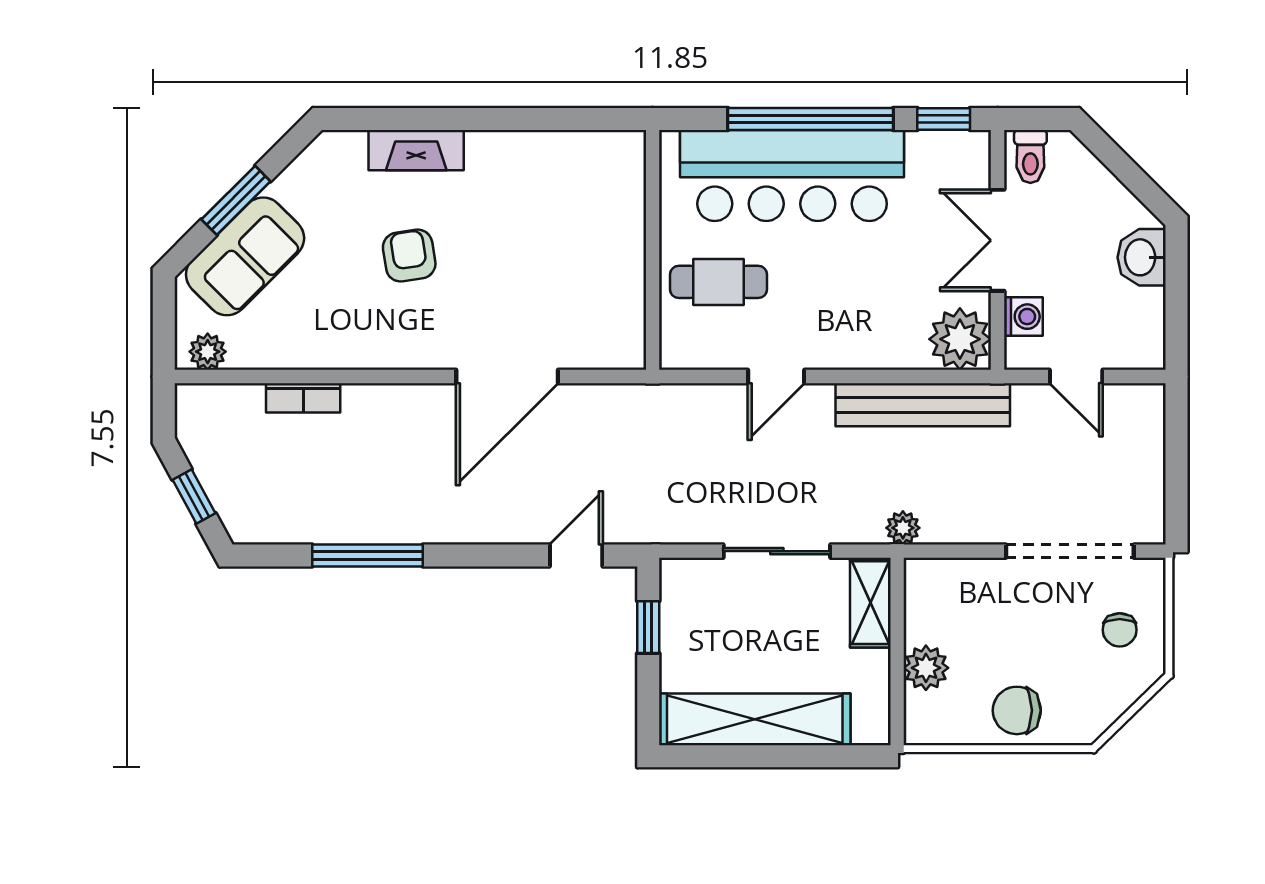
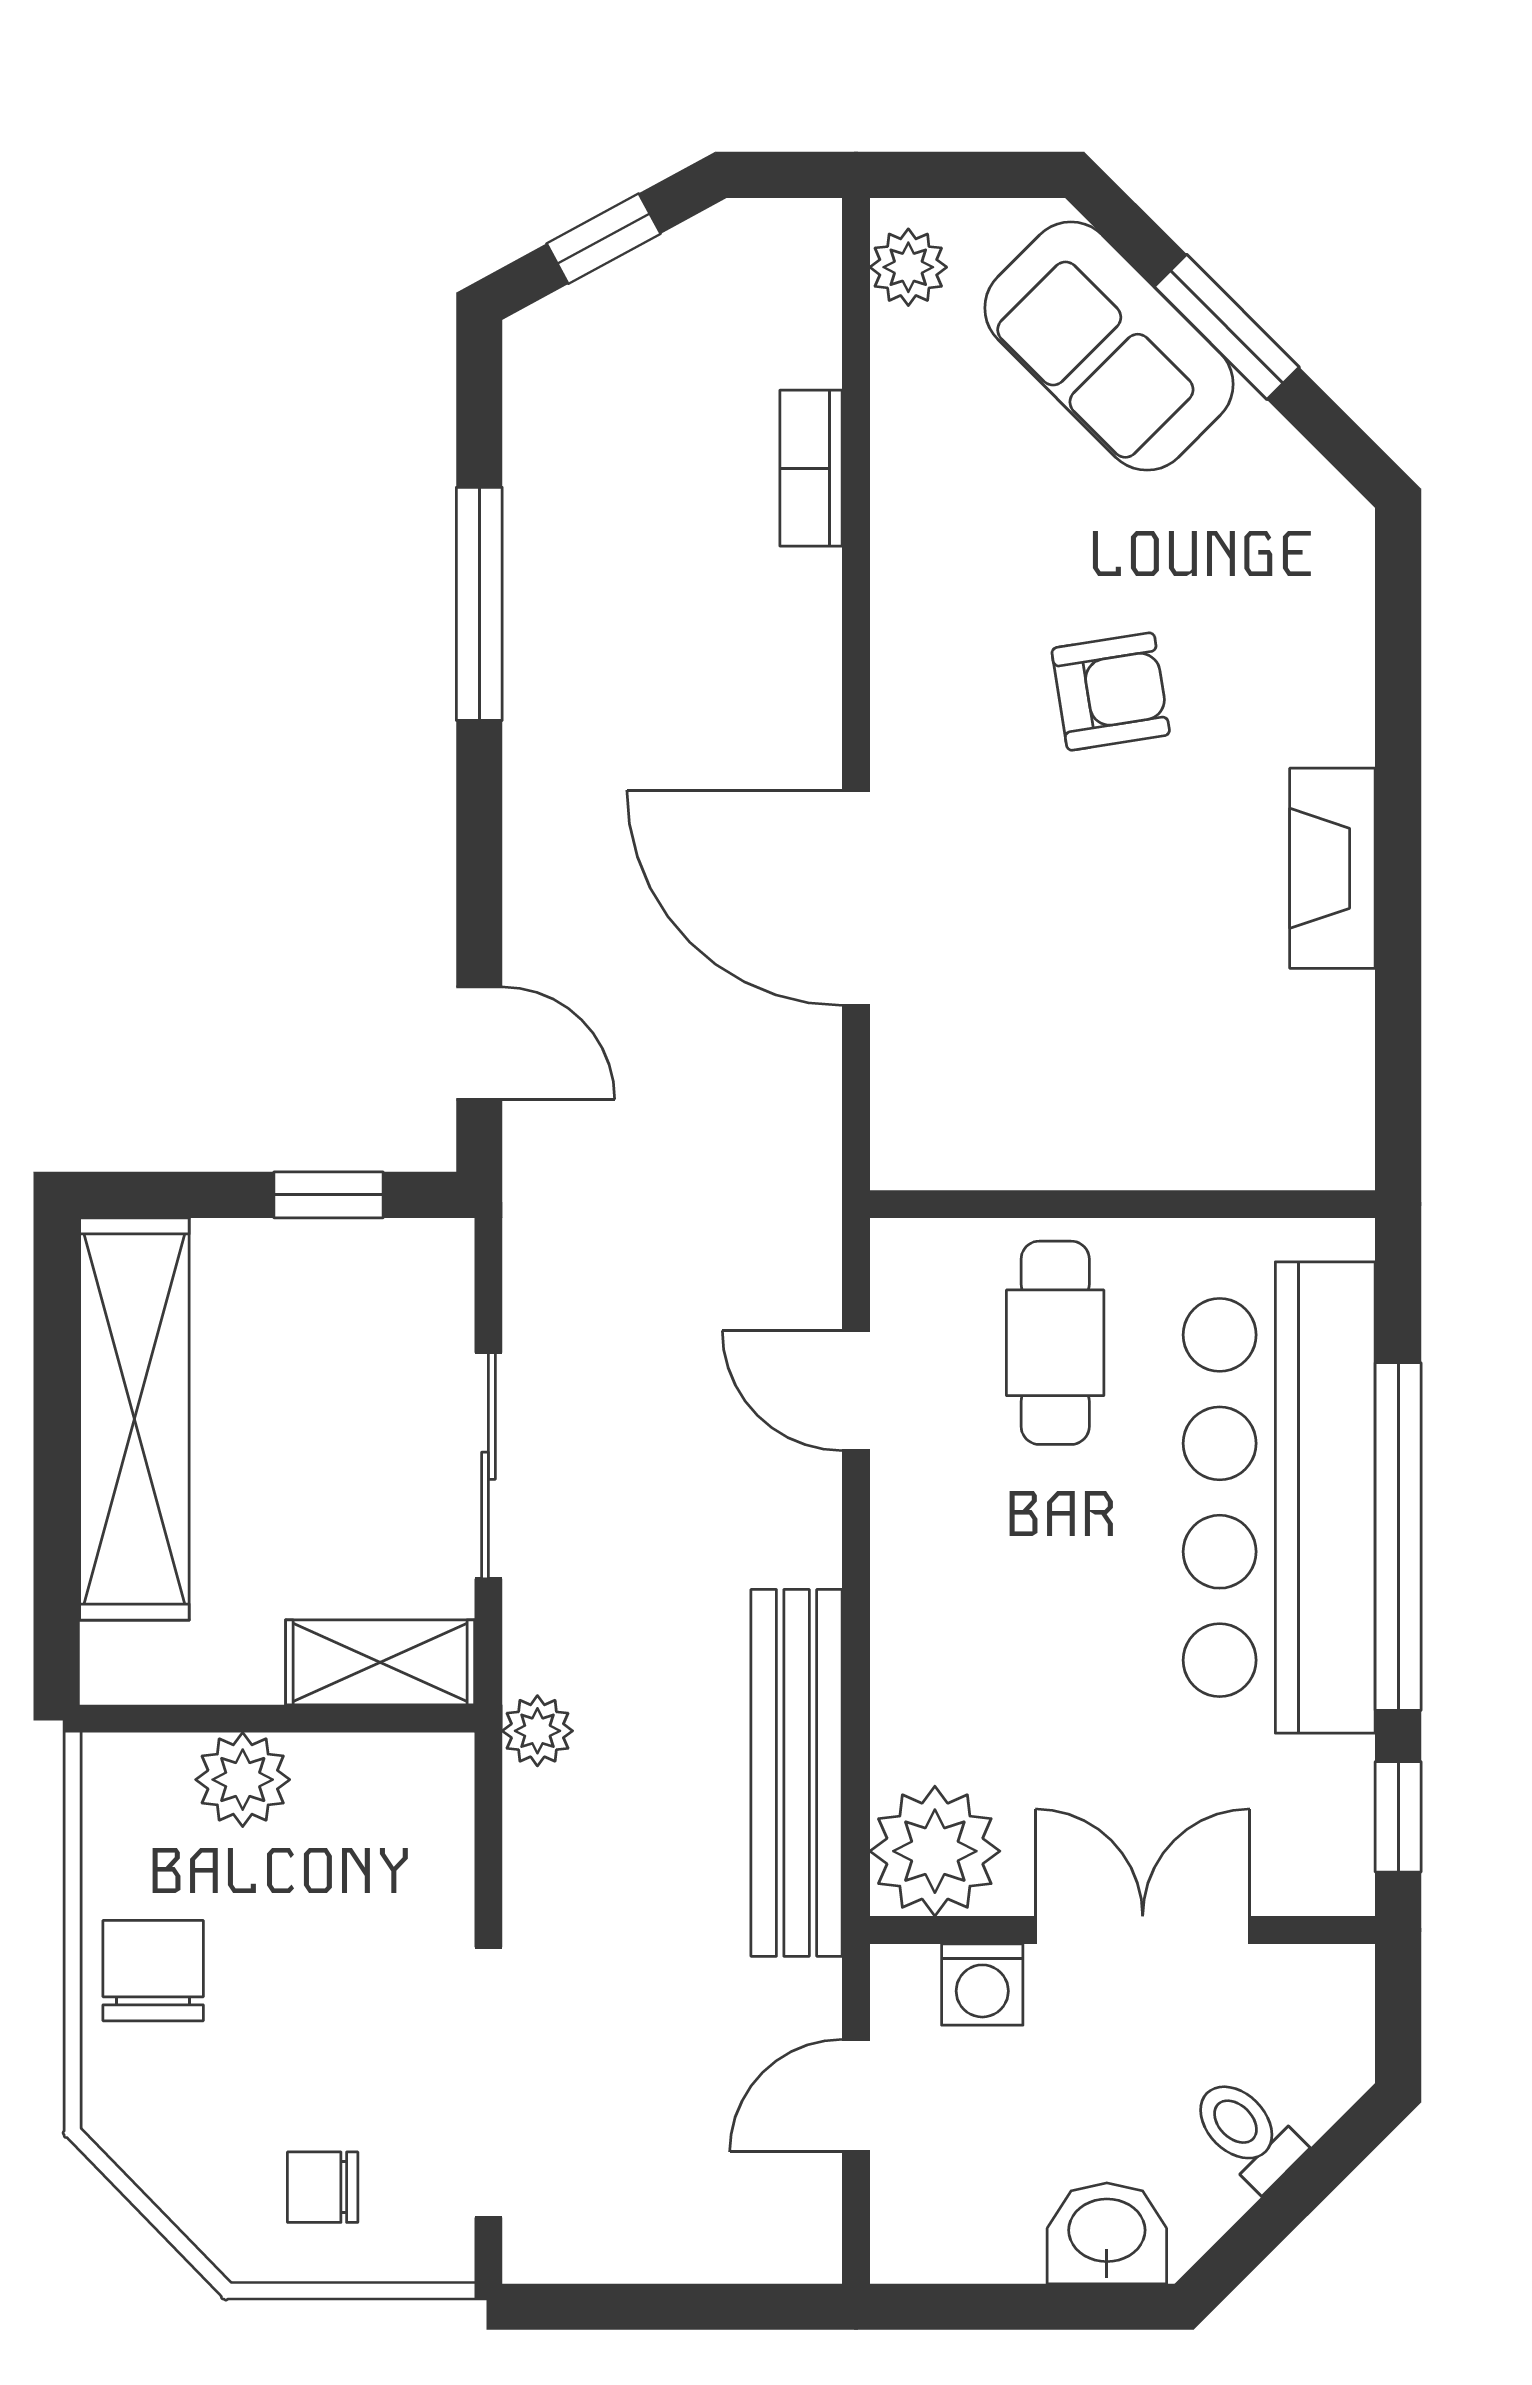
fireplace: (416, 150) -> (1332, 868), moved
toilet: (1030, 156) -> (1247, 2133), moved, turned 45
door: (776, 377) -> (856, 1391), moved

